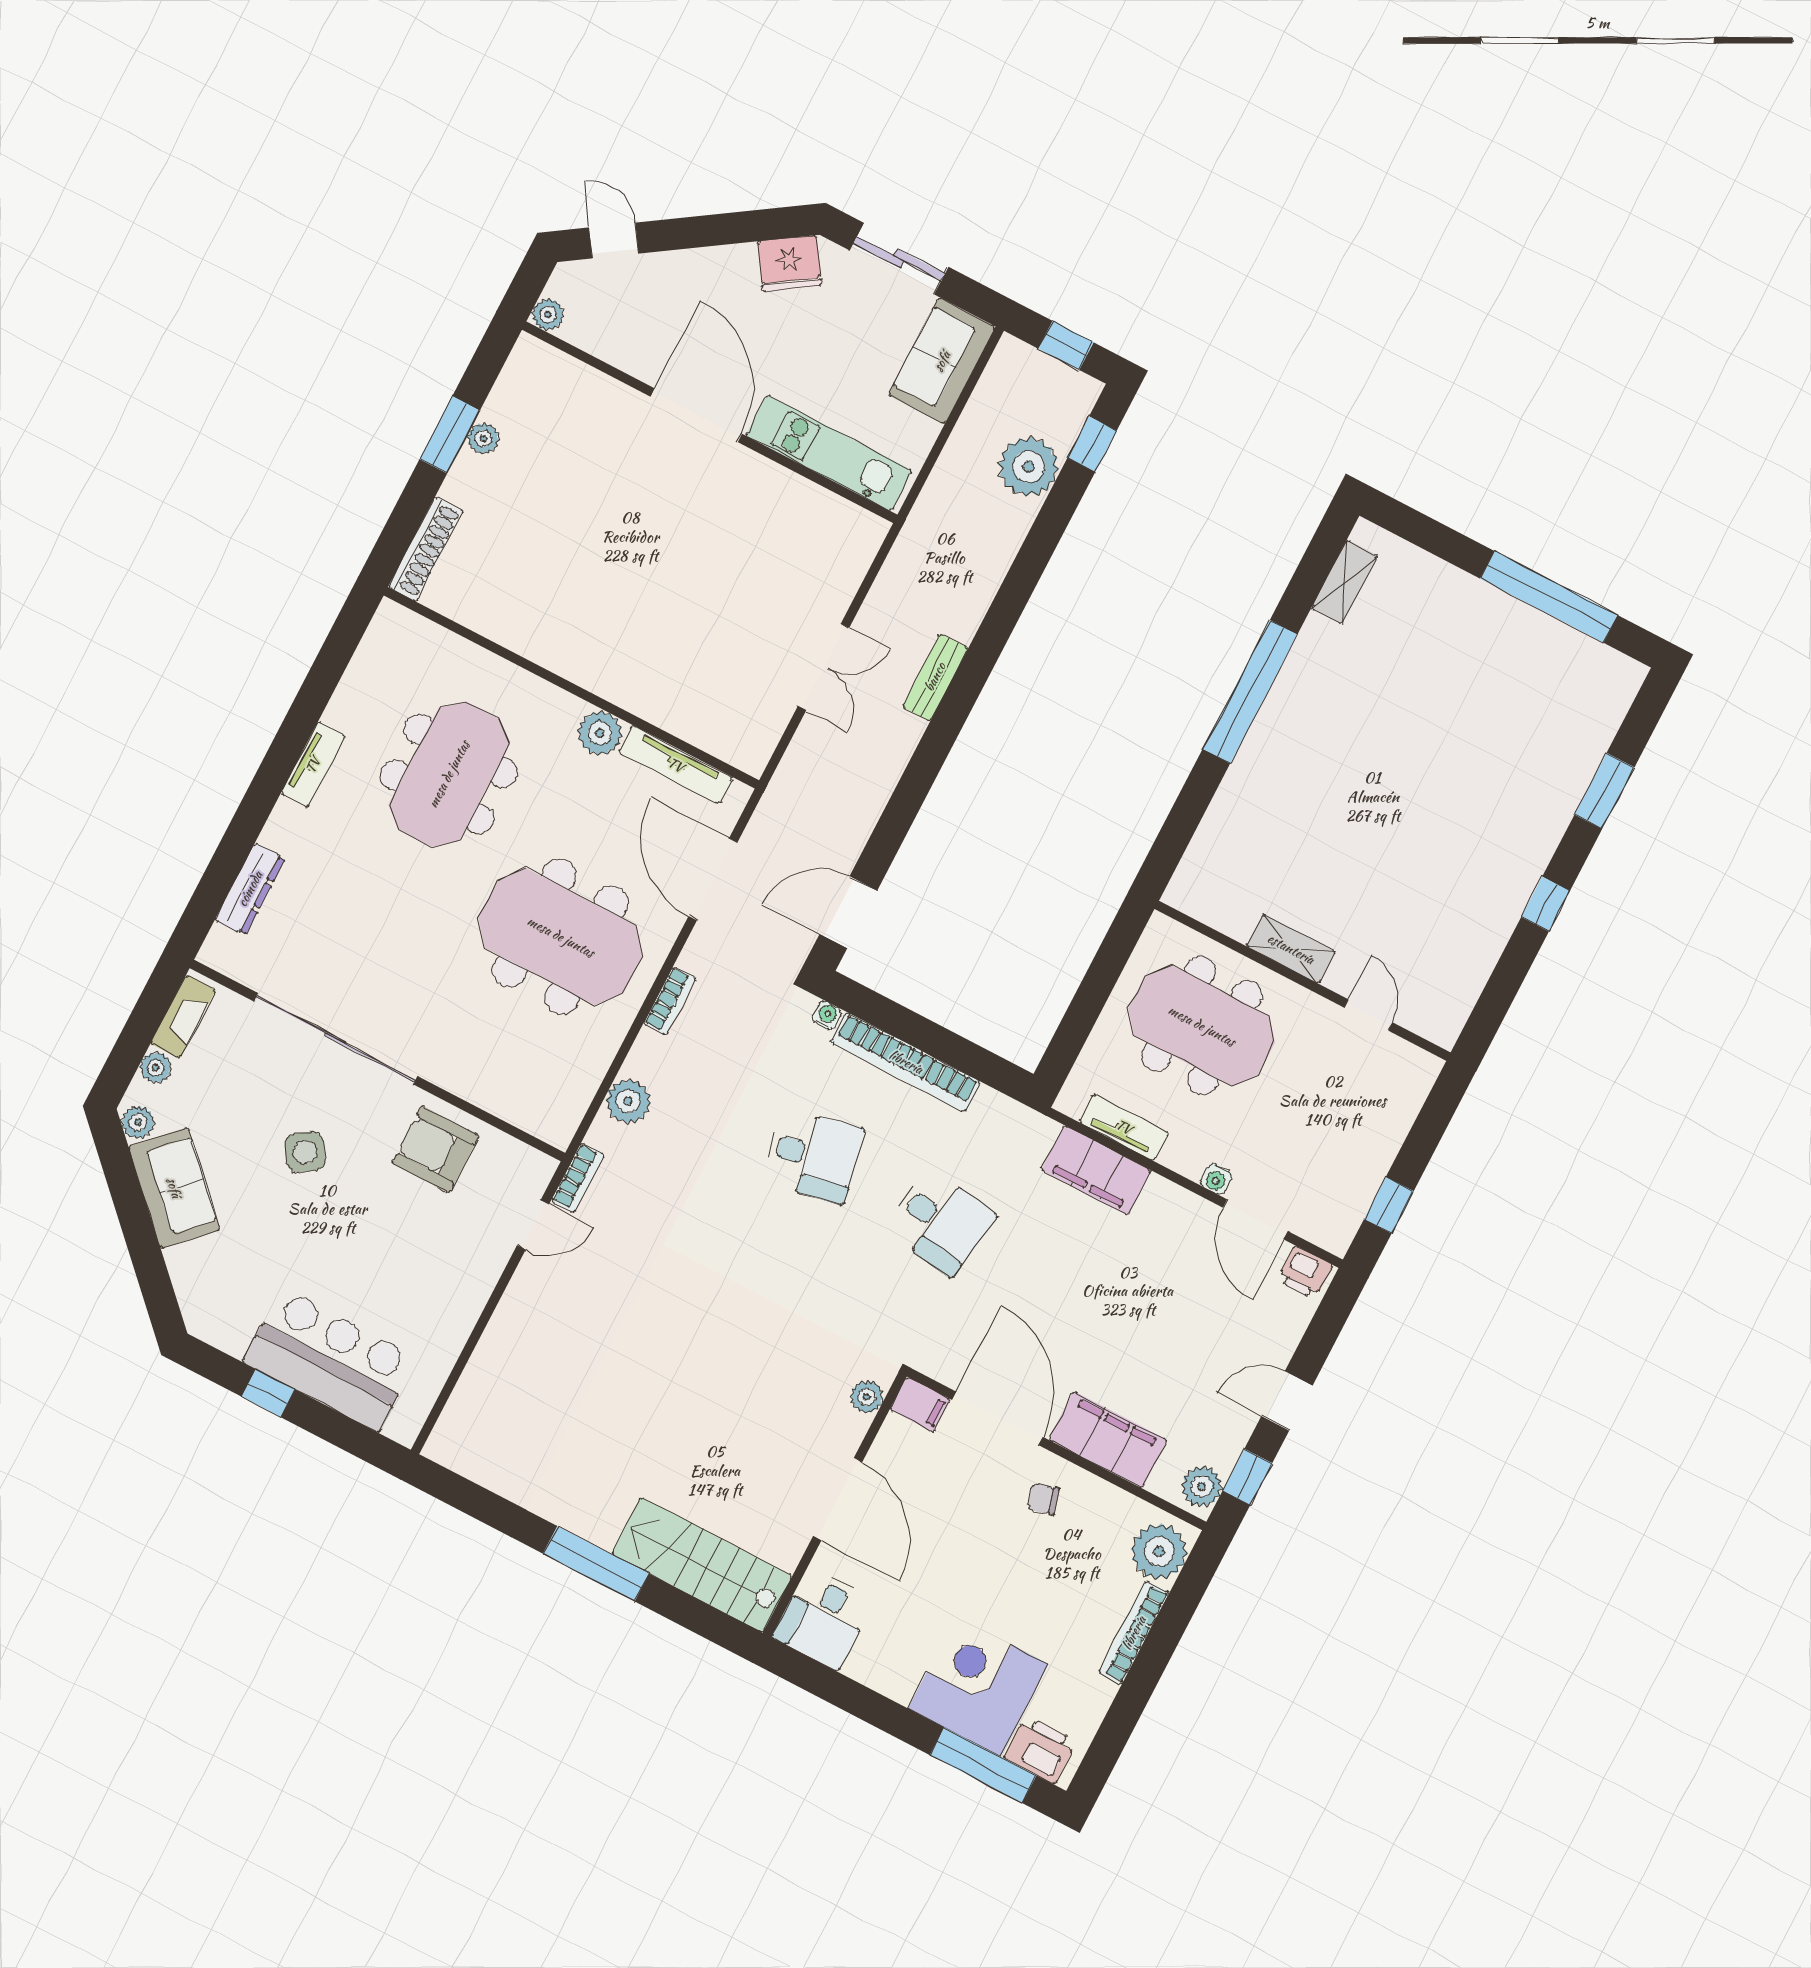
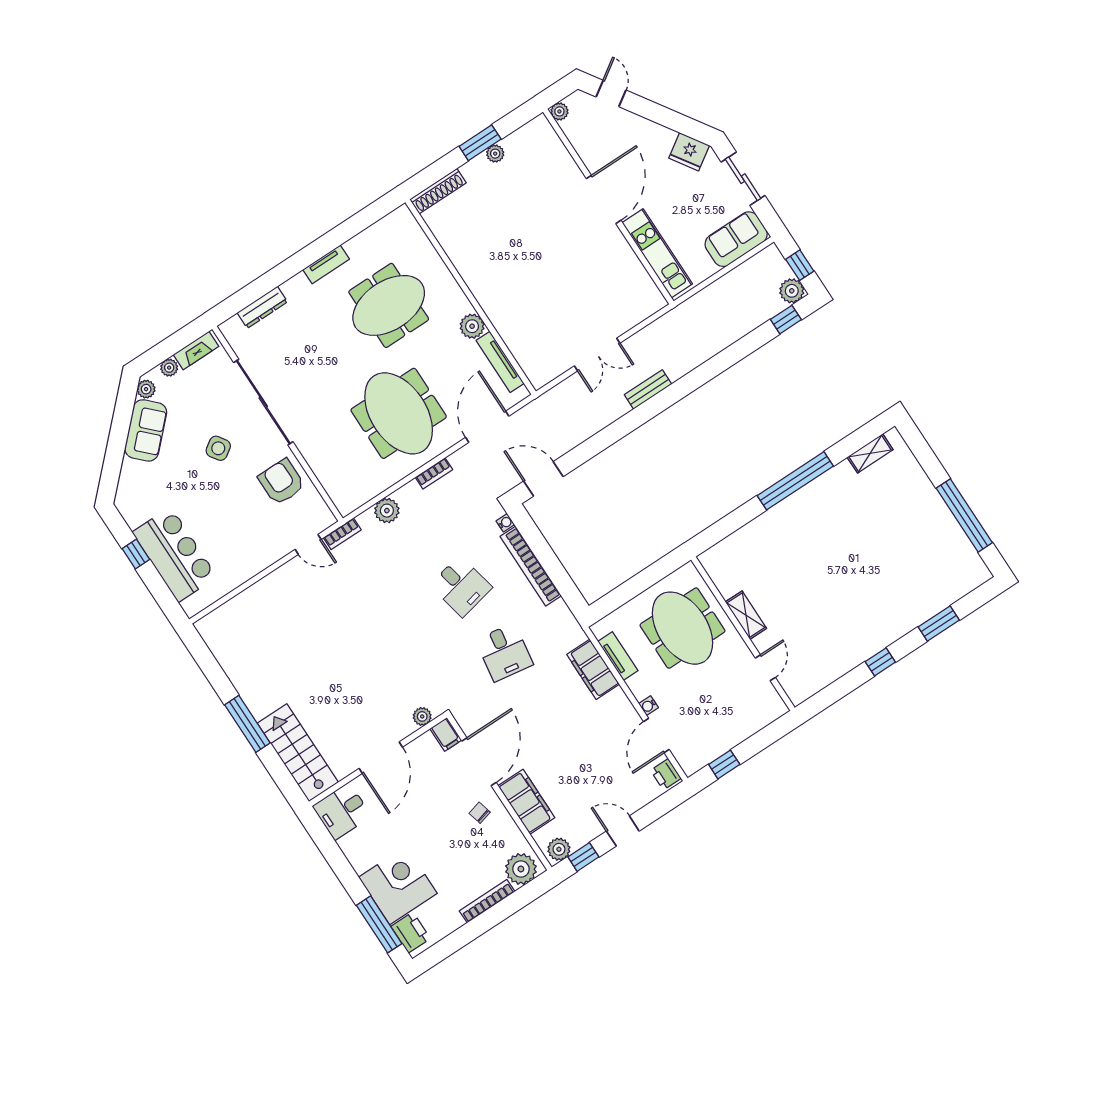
plant: (1029, 467) -> (792, 291), moved, width x0.73, depth x0.73

